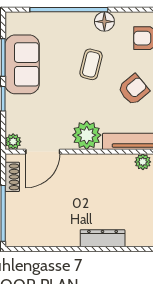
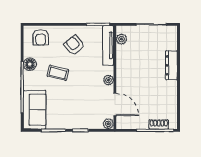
sofa: (22, 64) -> (35, 110), moved, turned 90
plant: (87, 135) -> (109, 80), width x0.53, depth x0.53
shoe rack: (12, 177) -> (159, 124), moved

